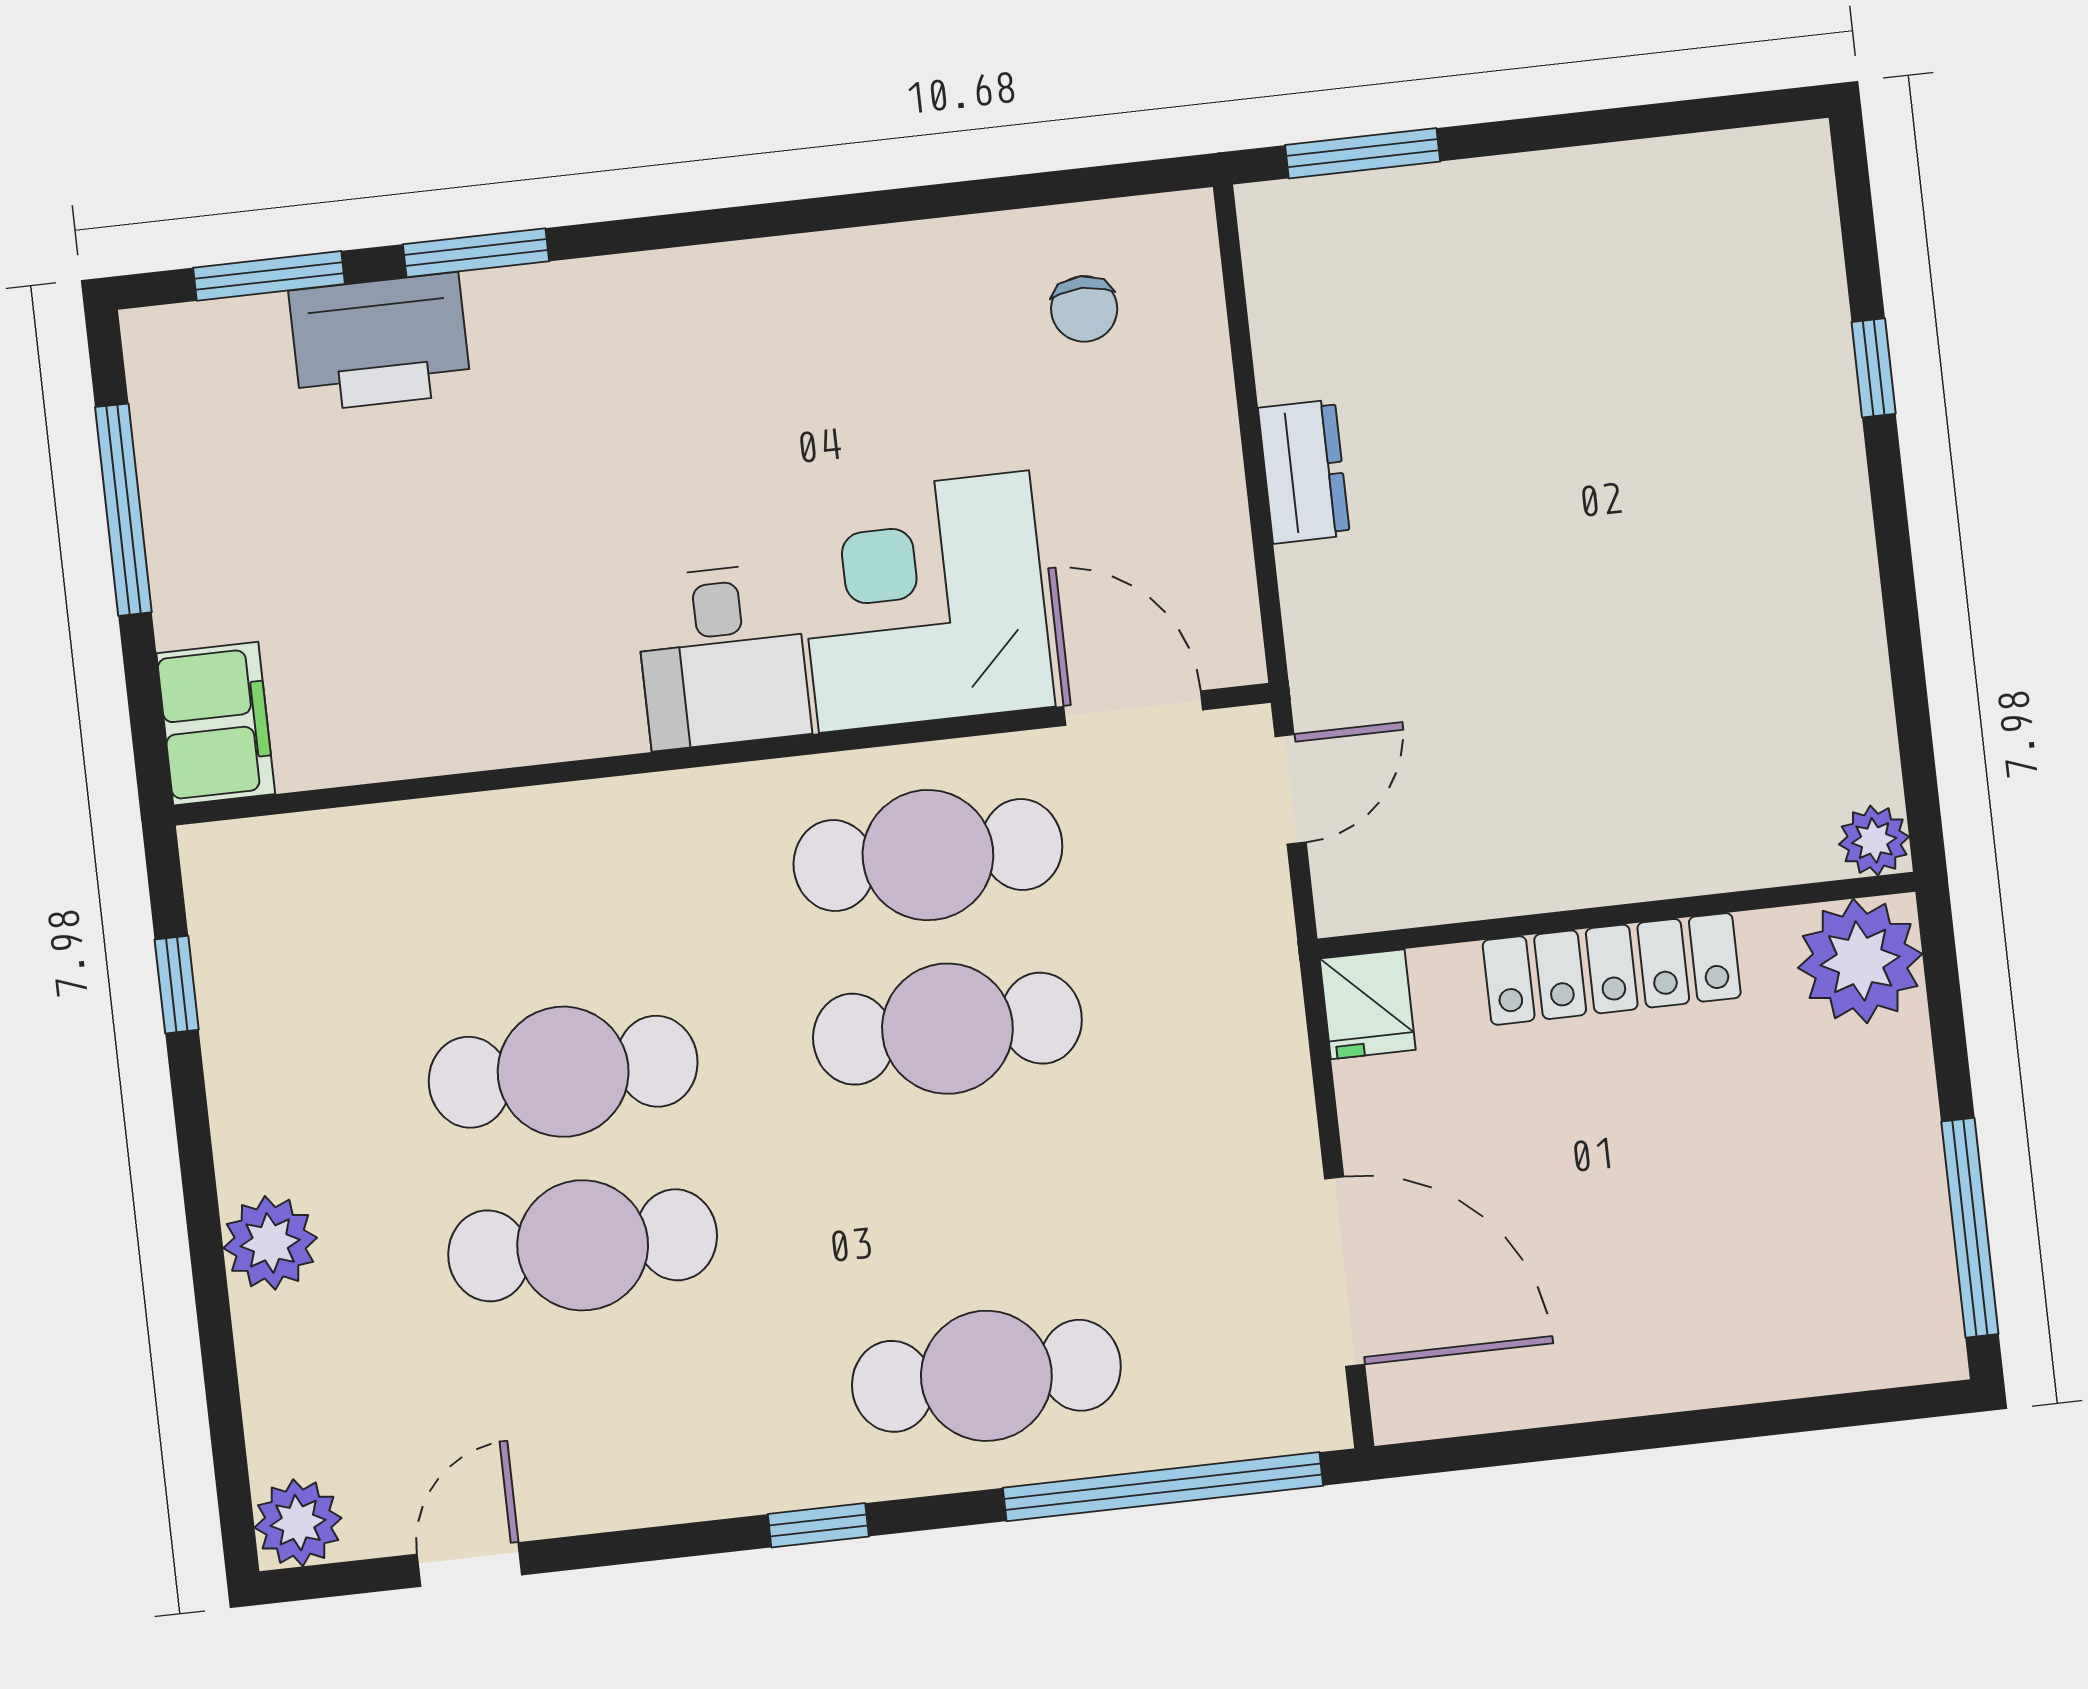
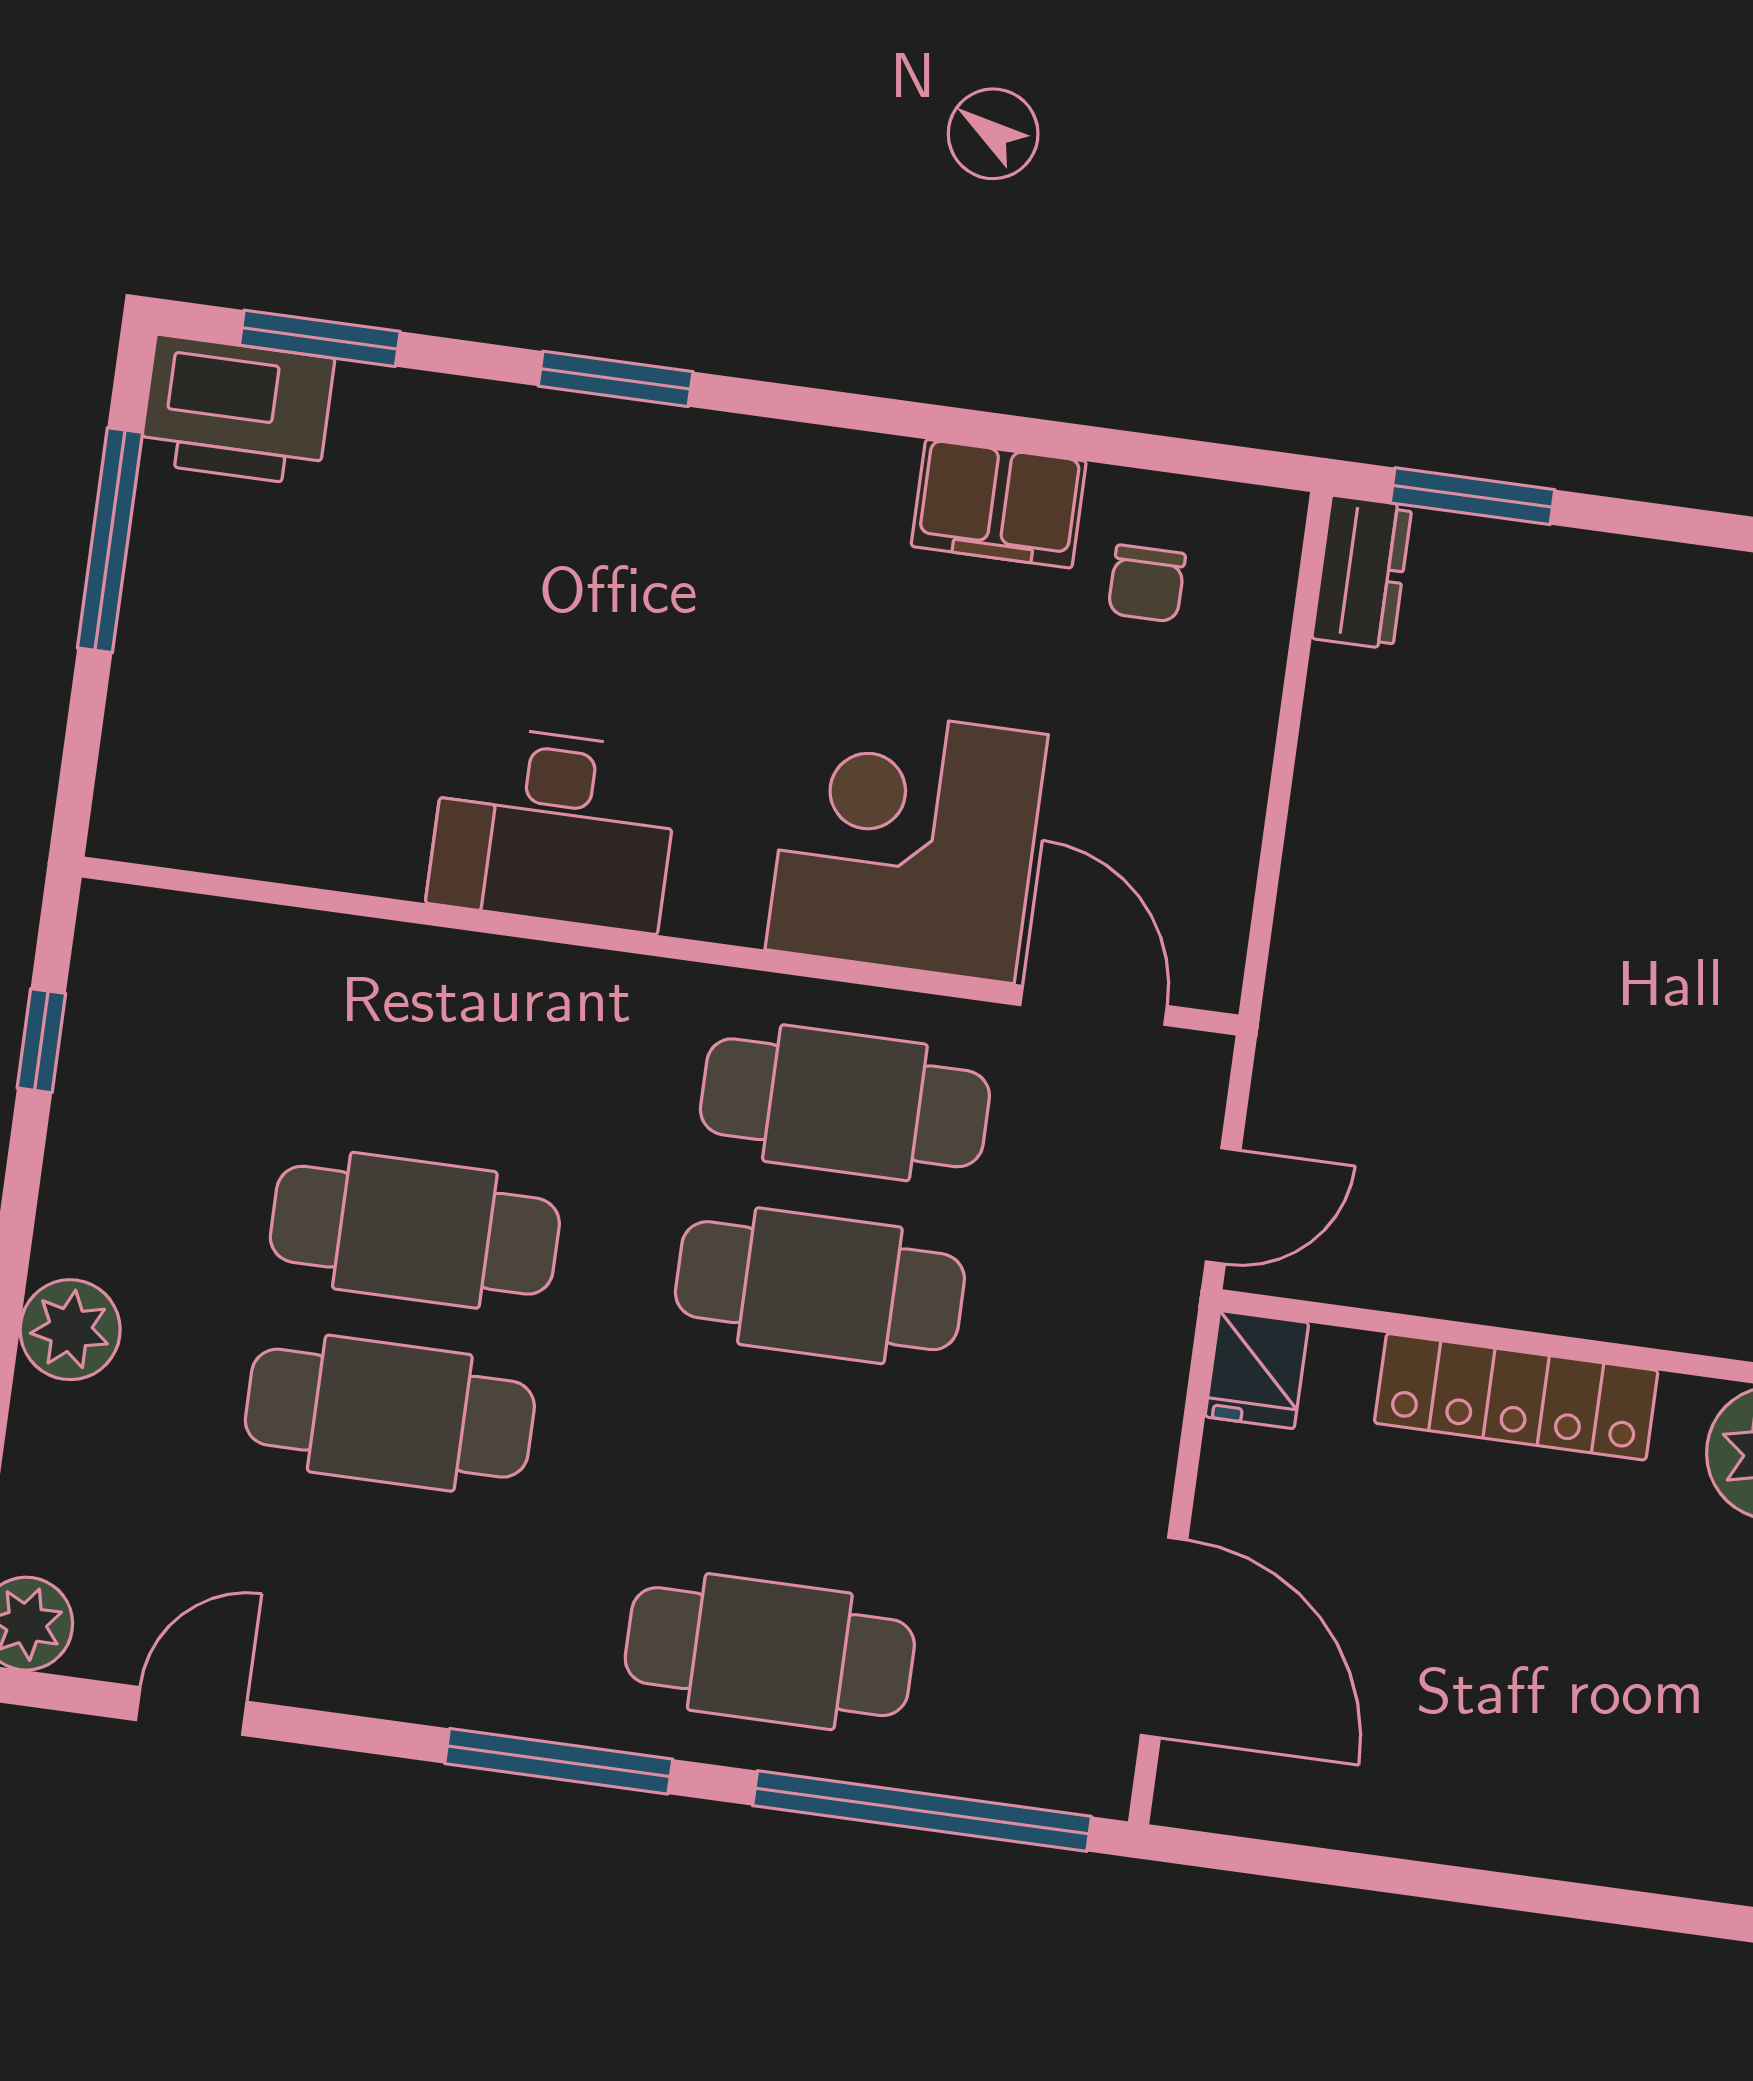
window: (476, 253) -> (616, 379), moved
printer: (380, 342) -> (237, 410), moved
dresser: (1304, 471) -> (1362, 572), moved
desk: (722, 656) -> (554, 828), moved, width x1.37
filing cabinet: (216, 724) -> (999, 504), moved, turned 90
door: (1291, 789) -> (1223, 1206), moved
window: (818, 1525) -> (559, 1761), width x2.17

